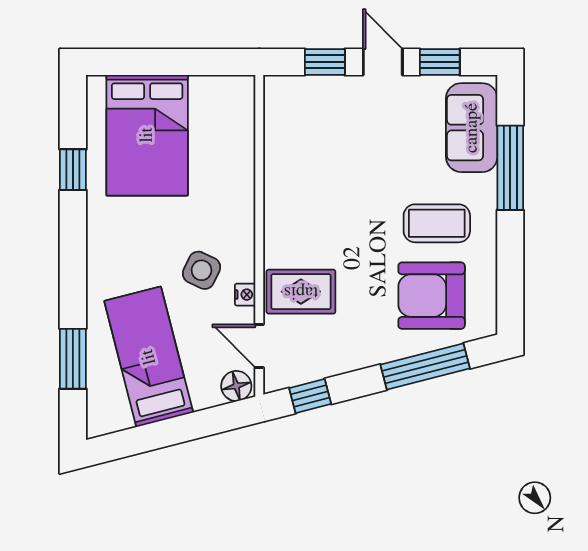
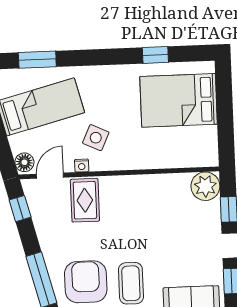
plant: (286, 98) -> (205, 186), added

